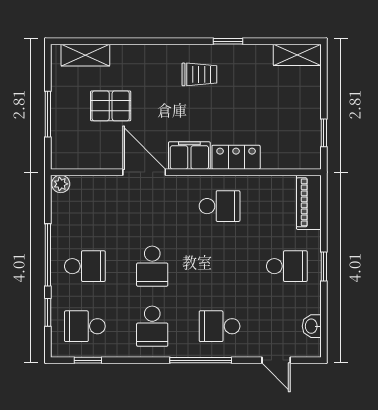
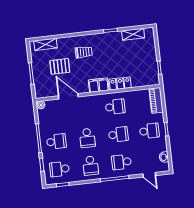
shelving: (297, 55) -> (133, 34), moved
trolley: (199, 74) -> (84, 52), moved
door: (144, 172) -> (68, 96), moved
school desk: (220, 266) -> (118, 134), added

